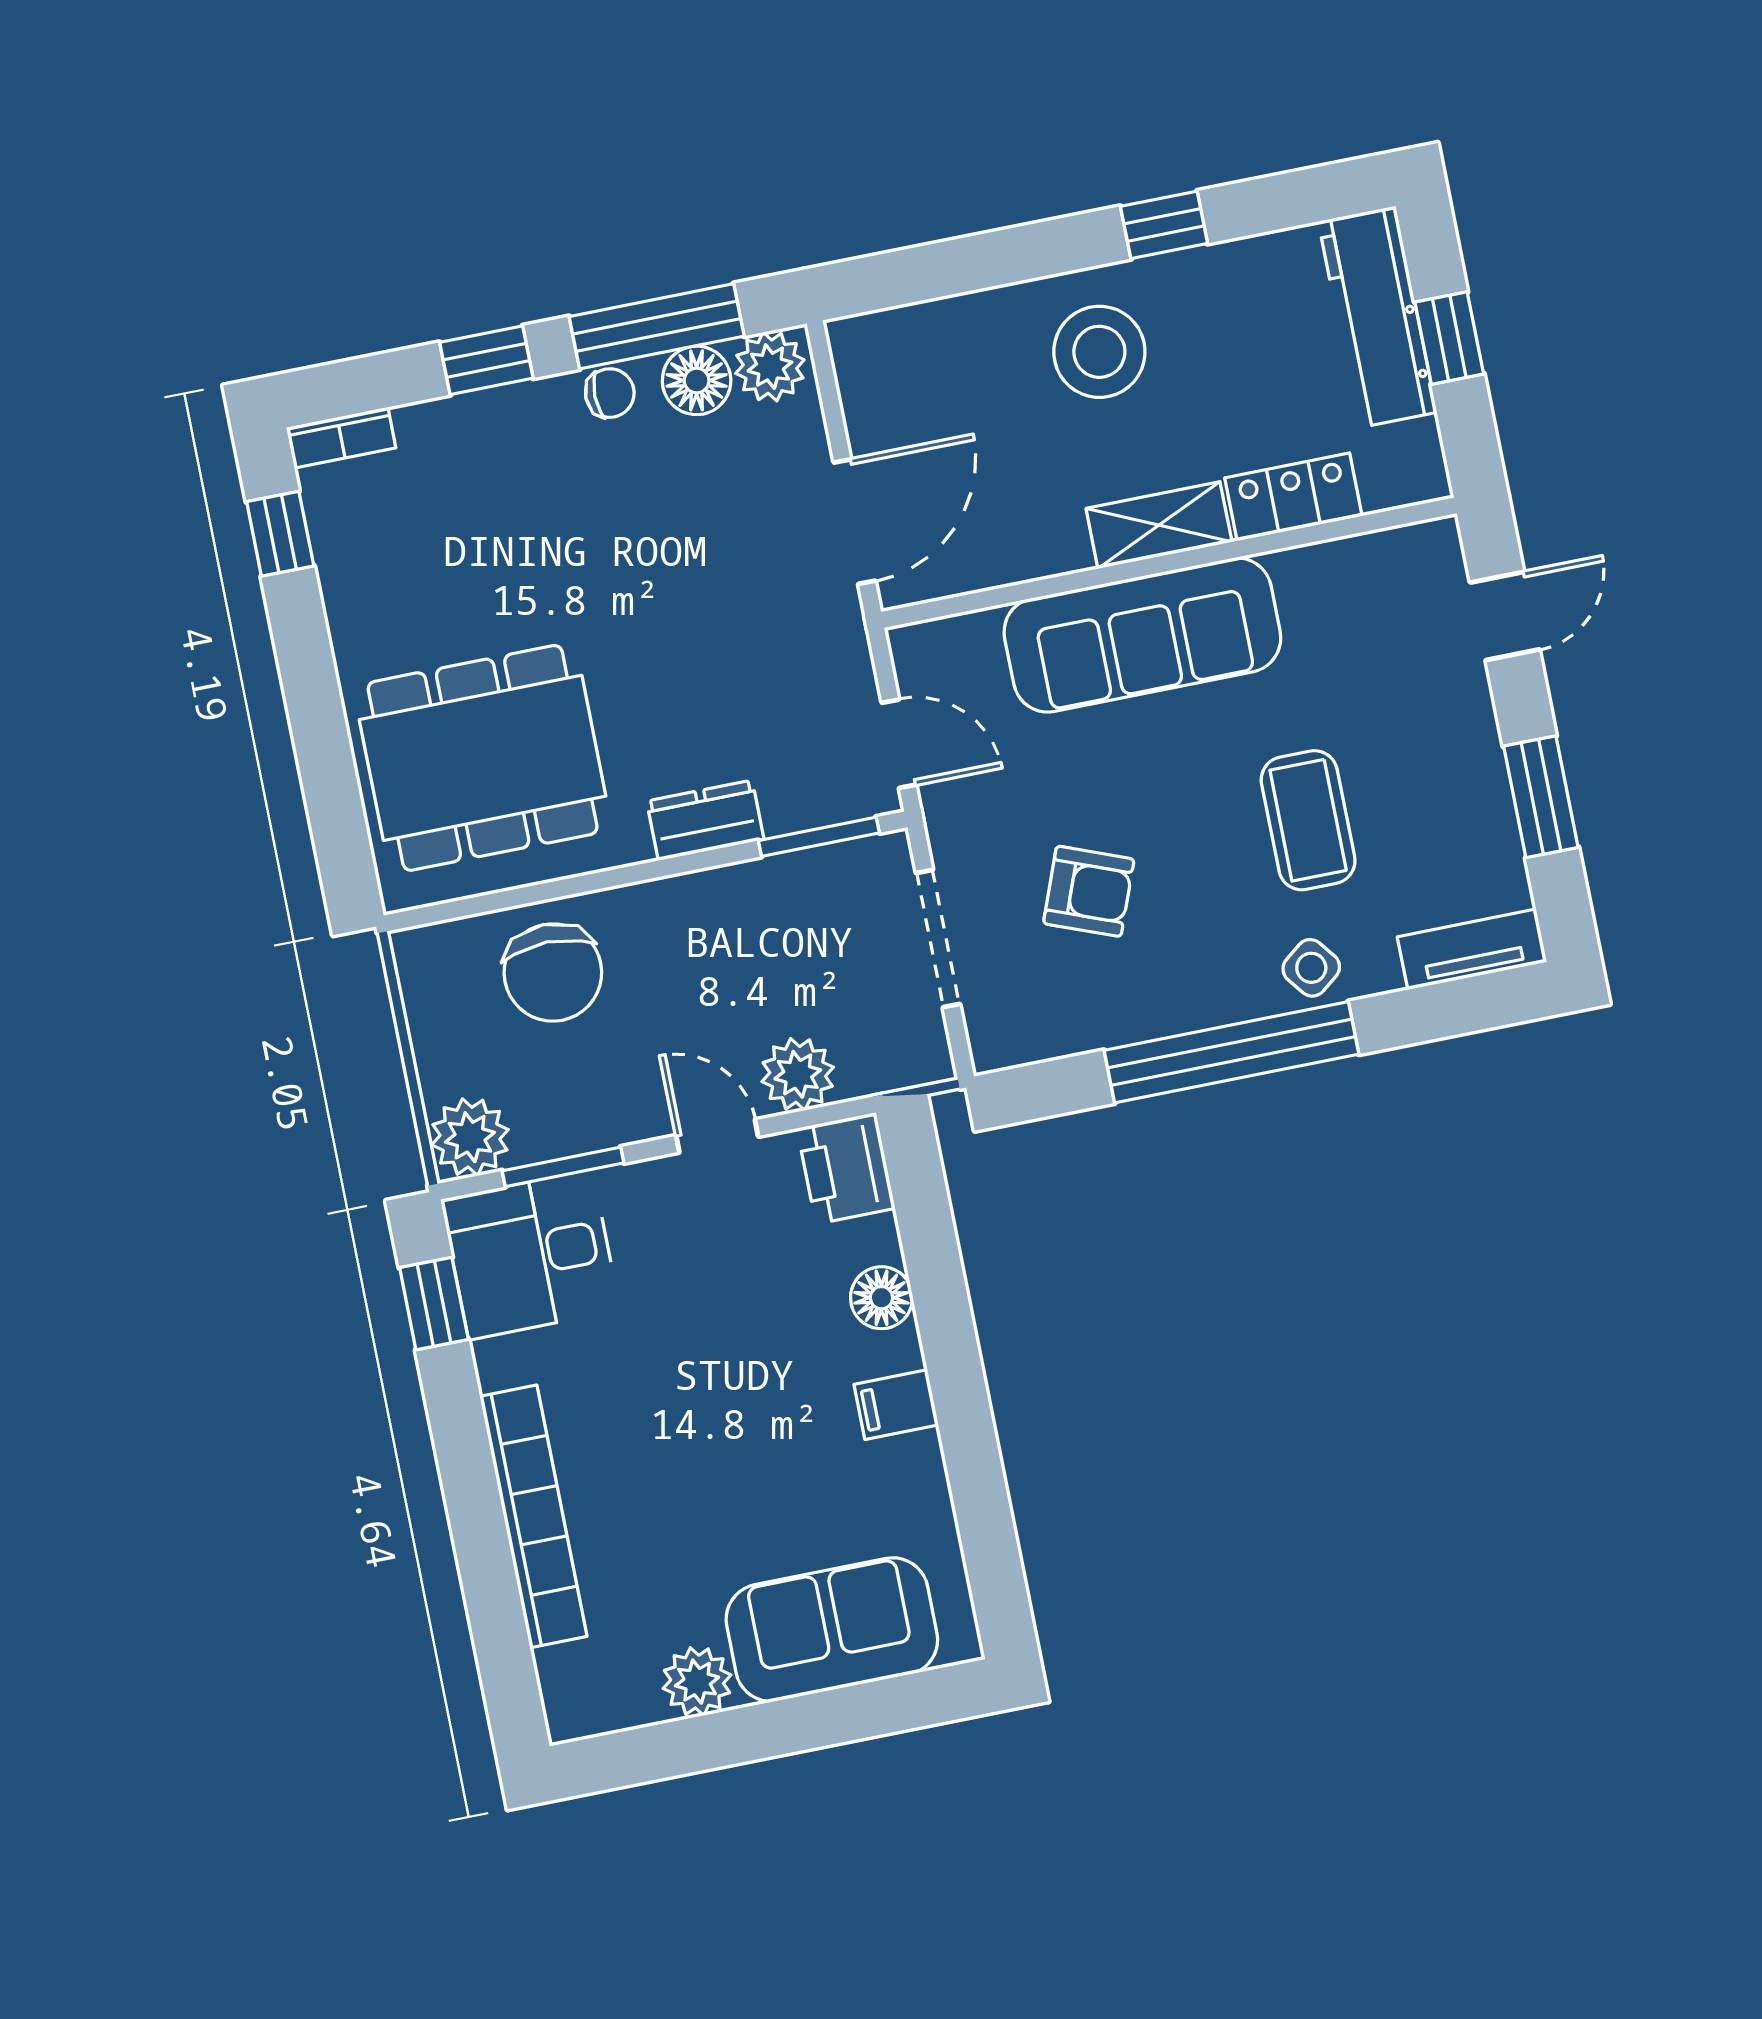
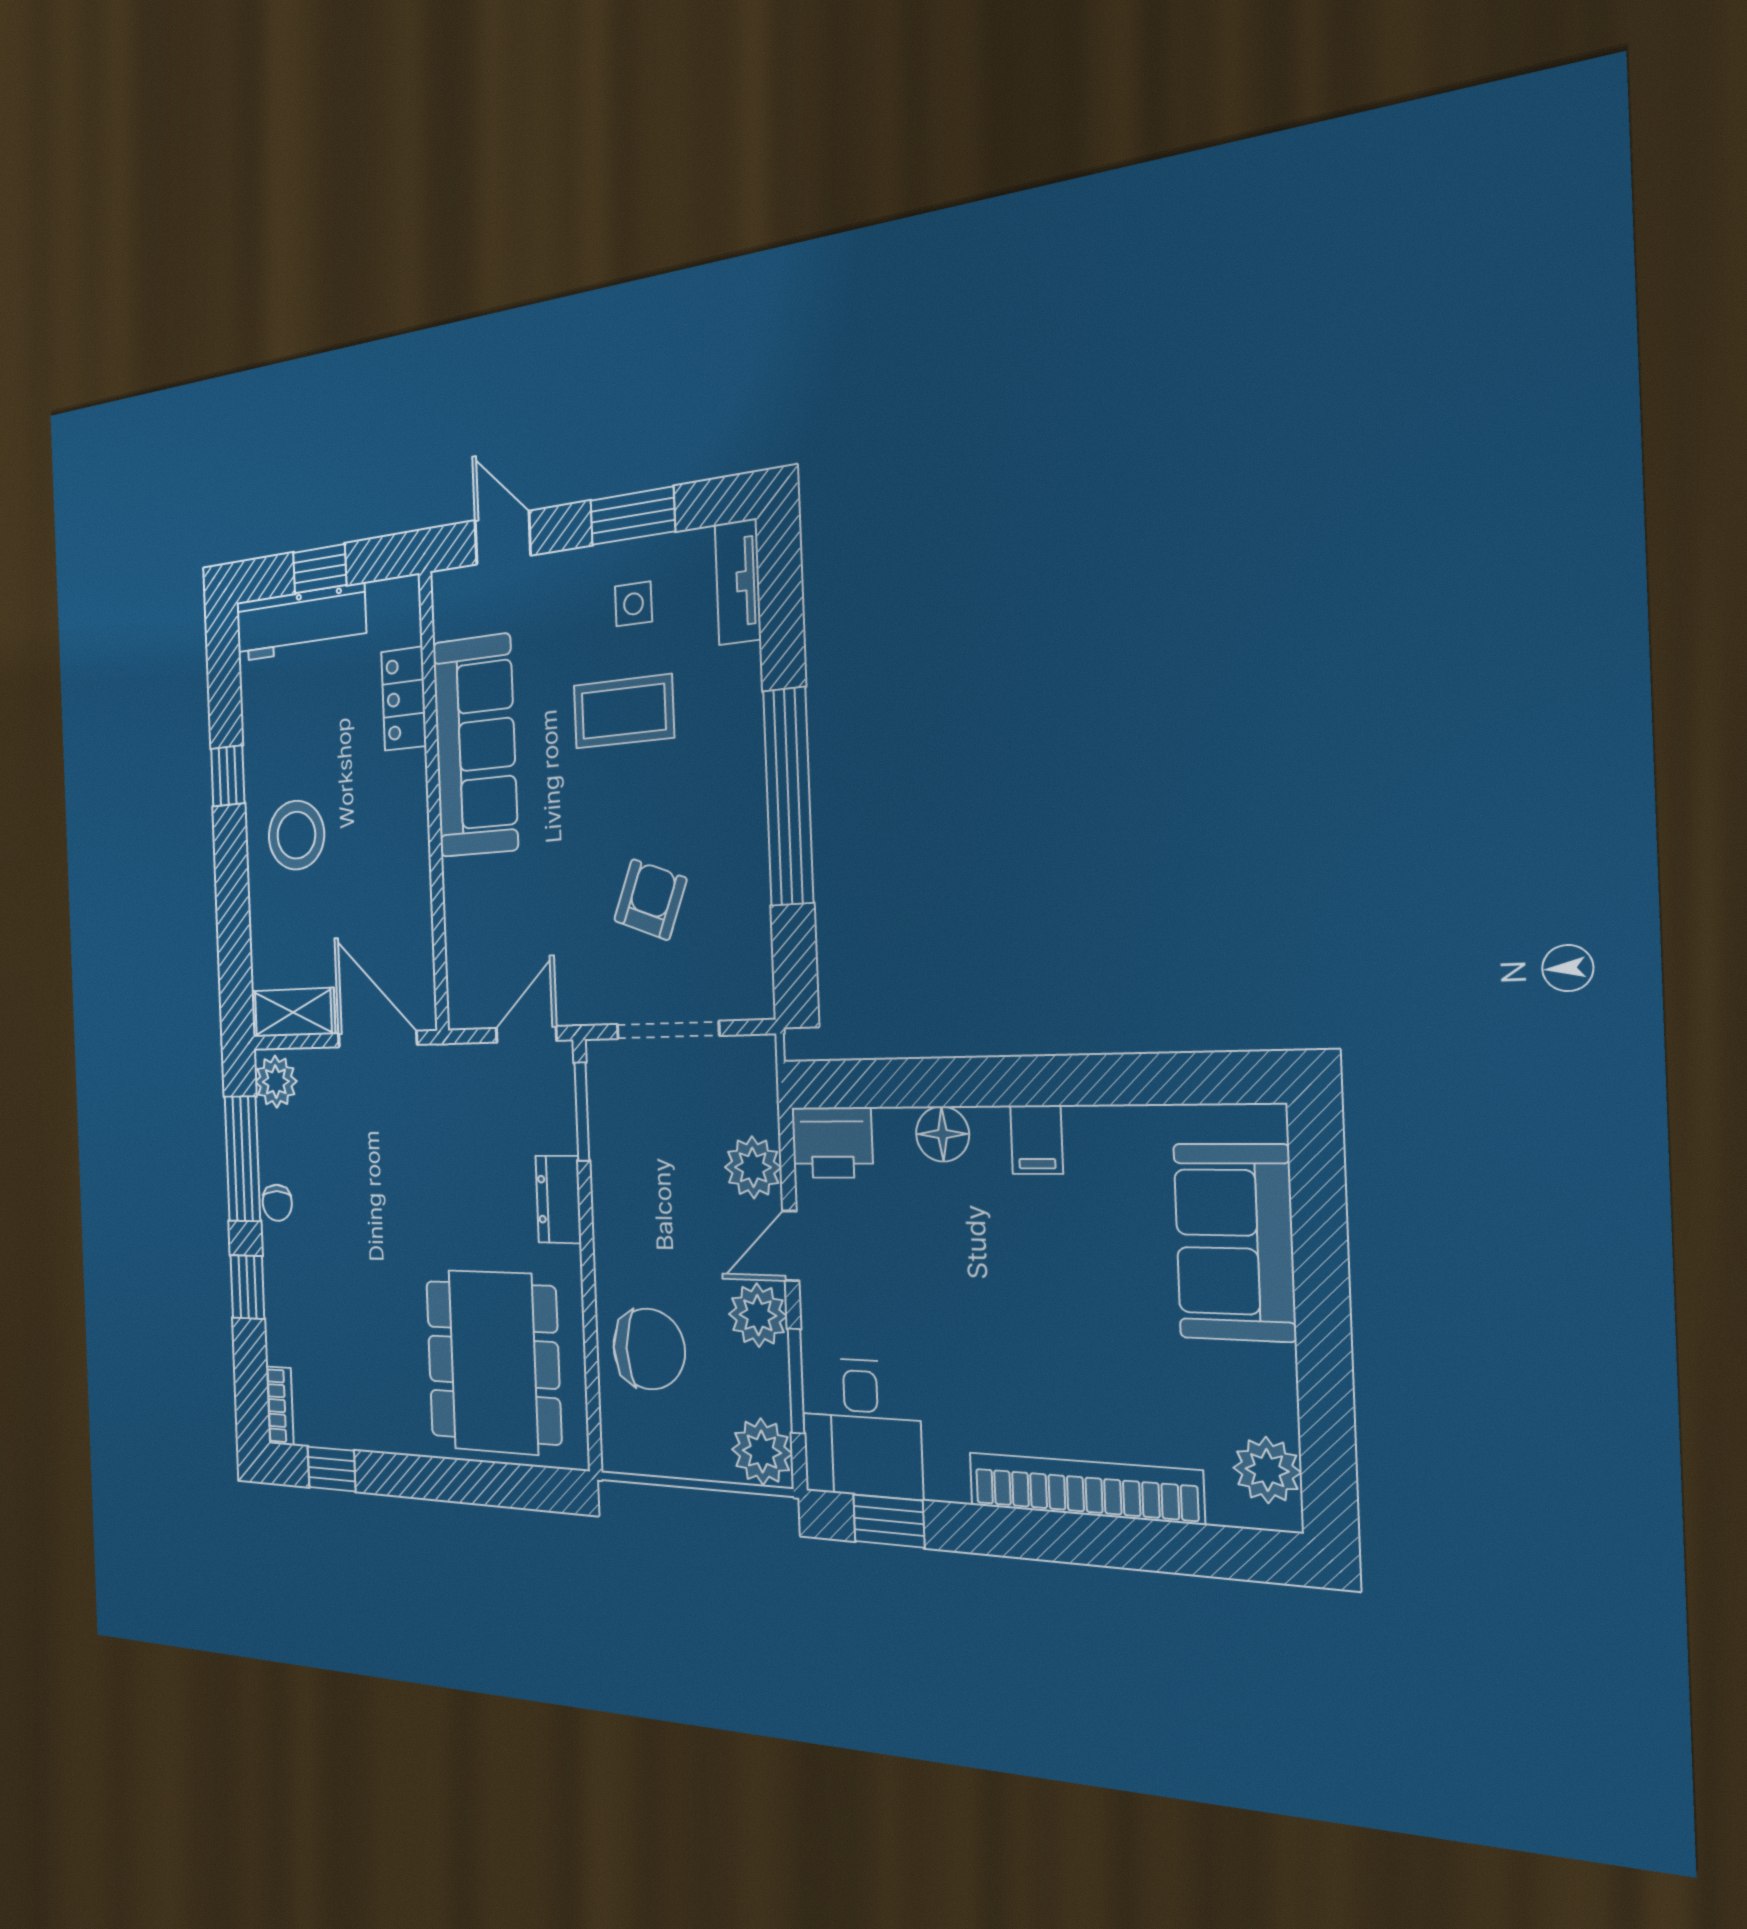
floor lamp: (697, 380) -> (277, 1137), removed
chair: (610, 393) -> (277, 1203), turned 180
shelving: (1159, 525) -> (293, 1012), moved, turned 90
sofa: (1142, 635) -> (475, 746), moved
side table: (1311, 968) -> (633, 604), moved, turned 38
plant: (627, 1107) -> (758, 1315), added
plant: (697, 1682) -> (1267, 1470), moved

